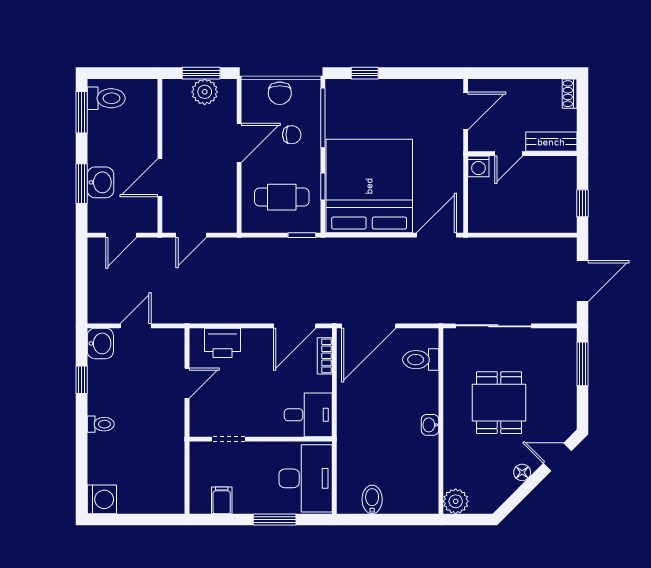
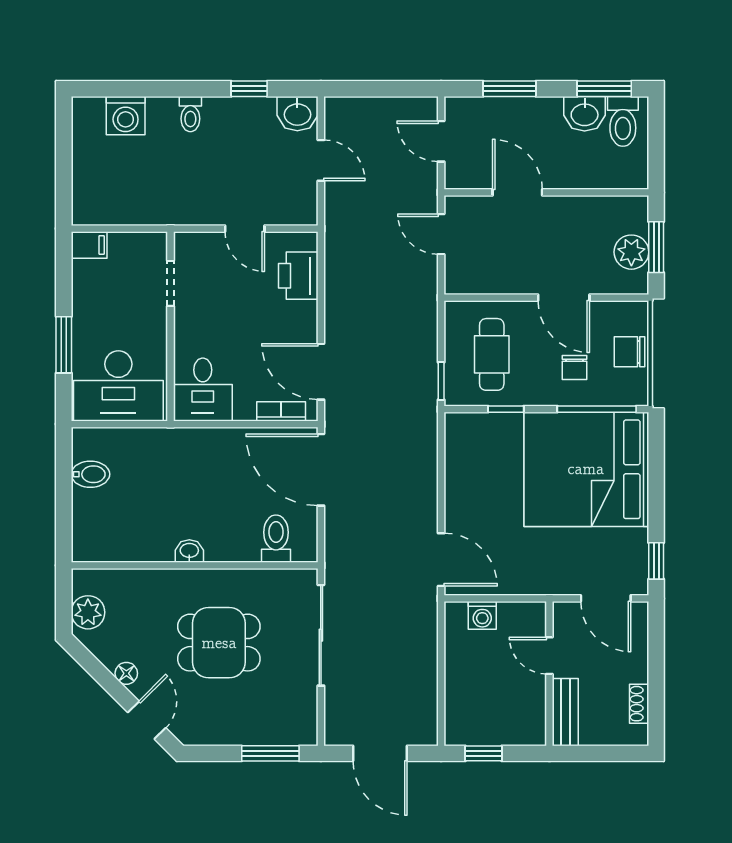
window: (365, 73) -> (656, 561), moved
shoe rack: (570, 94) -> (639, 704), moved, turned -90
washing machine: (478, 166) -> (482, 615), moved, turned -90
washbasin: (100, 182) -> (585, 114), moved
bed: (369, 186) -> (586, 469), moved, turned 180
washing machine: (102, 499) -> (126, 116), moved
filing cabinet: (222, 500) -> (89, 245), moved
plant: (456, 501) -> (88, 612), moved

